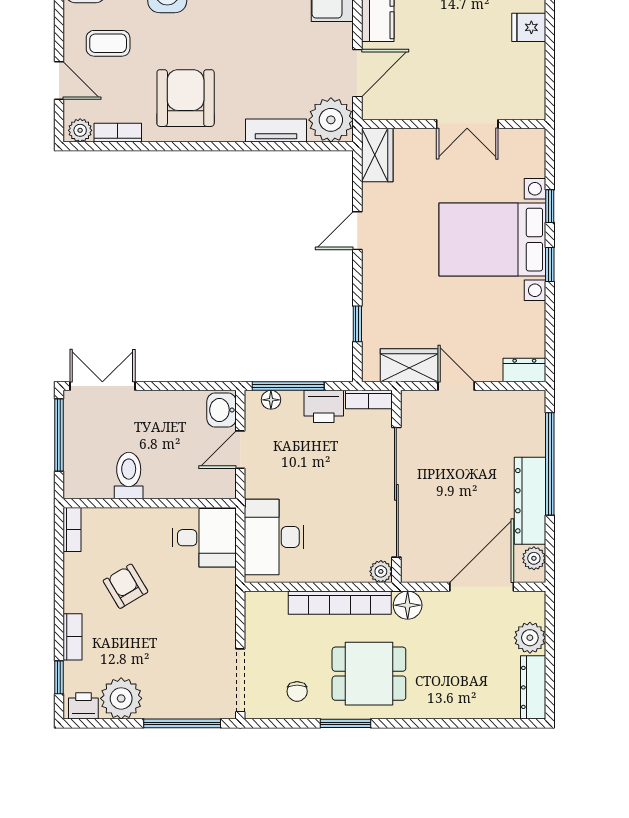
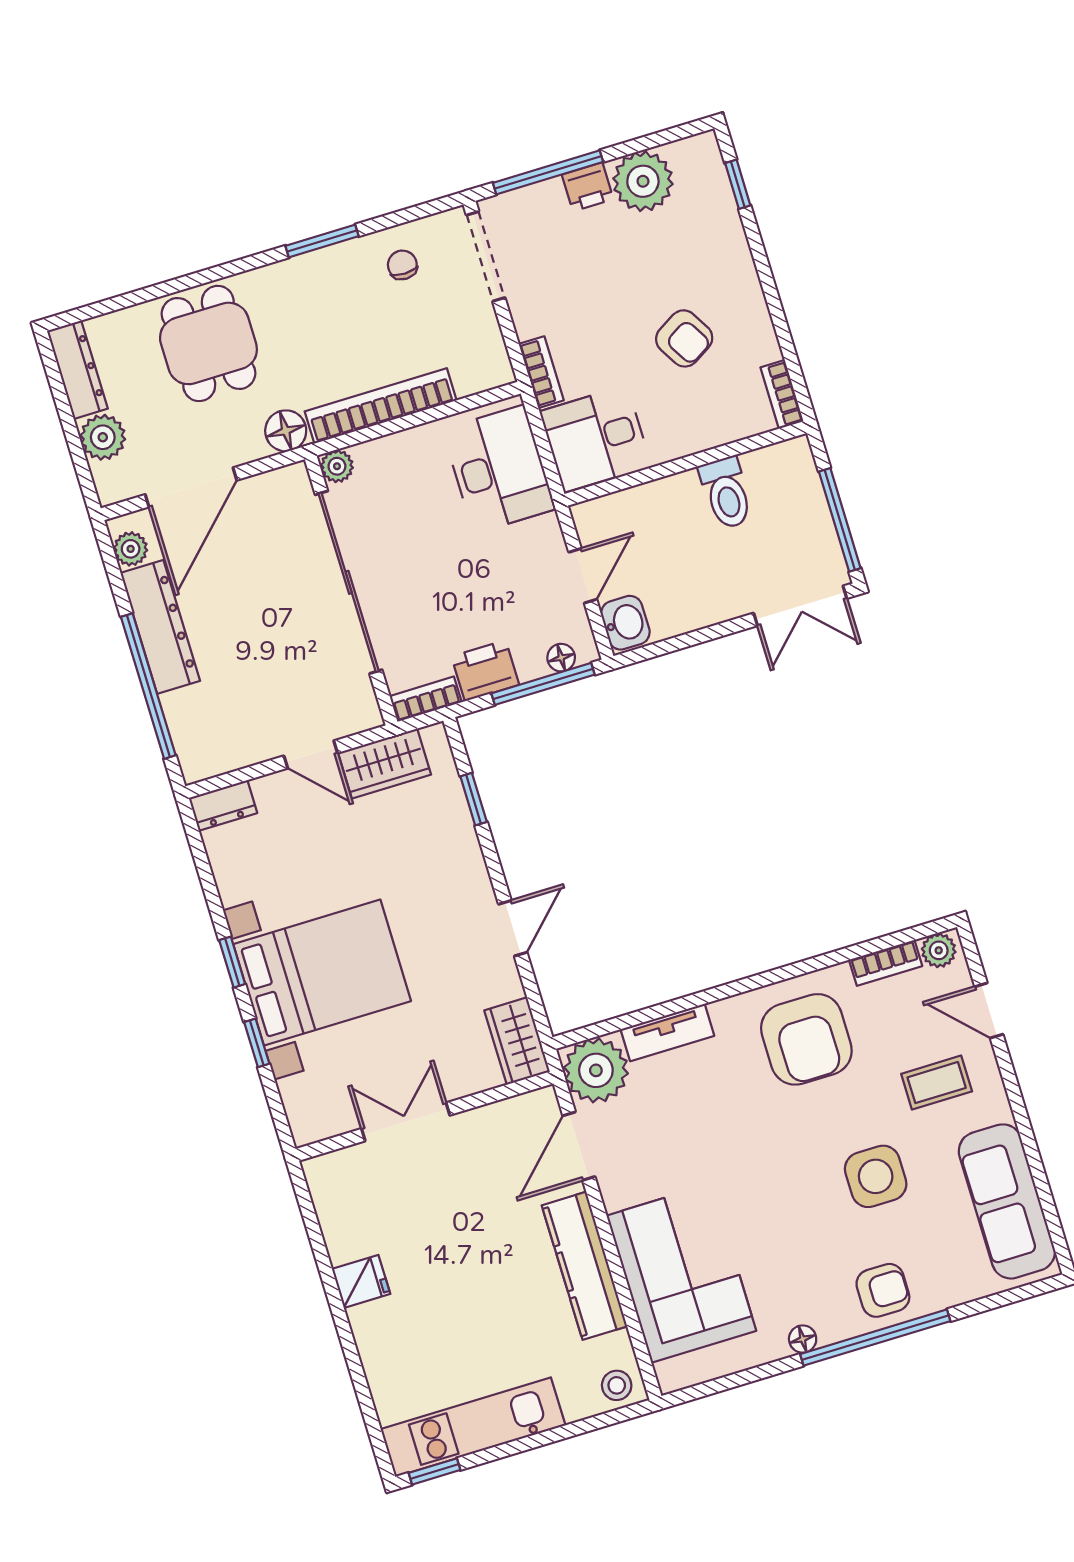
bookcase: (72, 637) -> (541, 372), moved, turned 180
dining table: (369, 674) -> (208, 343), moved, turned 90
printer: (83, 706) -> (588, 187), moved

